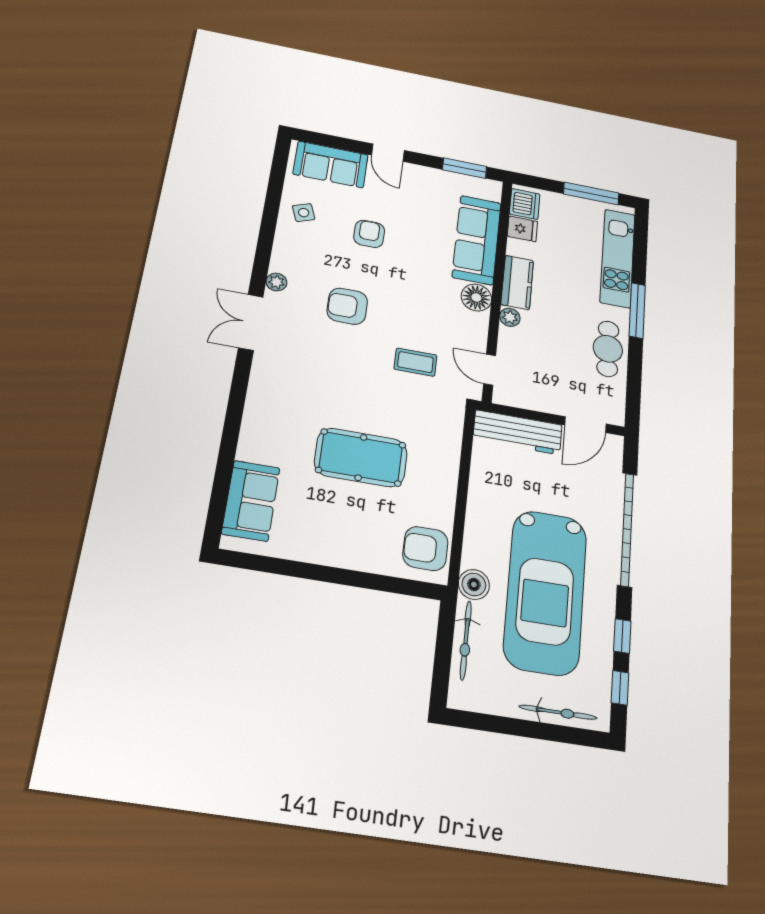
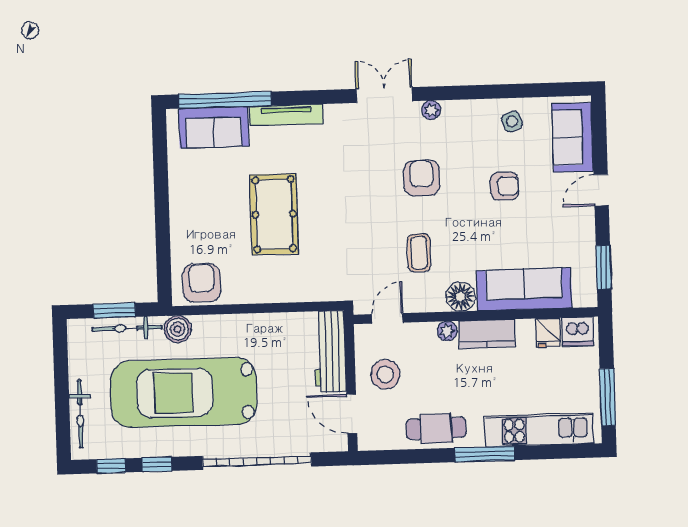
coffee table: (415, 362) -> (419, 253), moved
stool: (548, 384) -> (385, 374), added
tv unit: (252, 423) -> (286, 115), added
window: (222, 483) -> (225, 100), added
window: (443, 651) -> (114, 310), added

